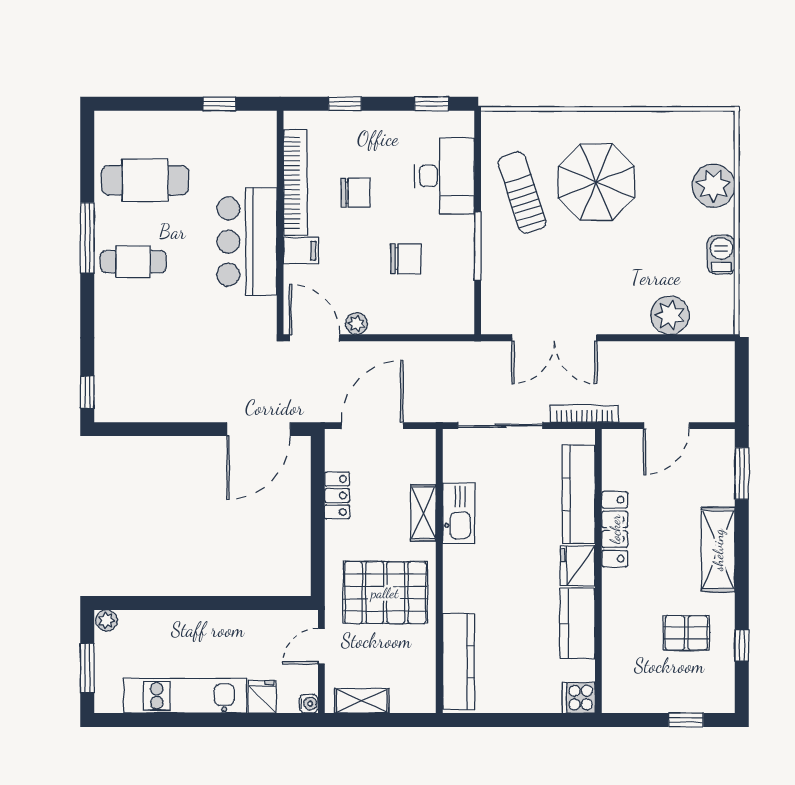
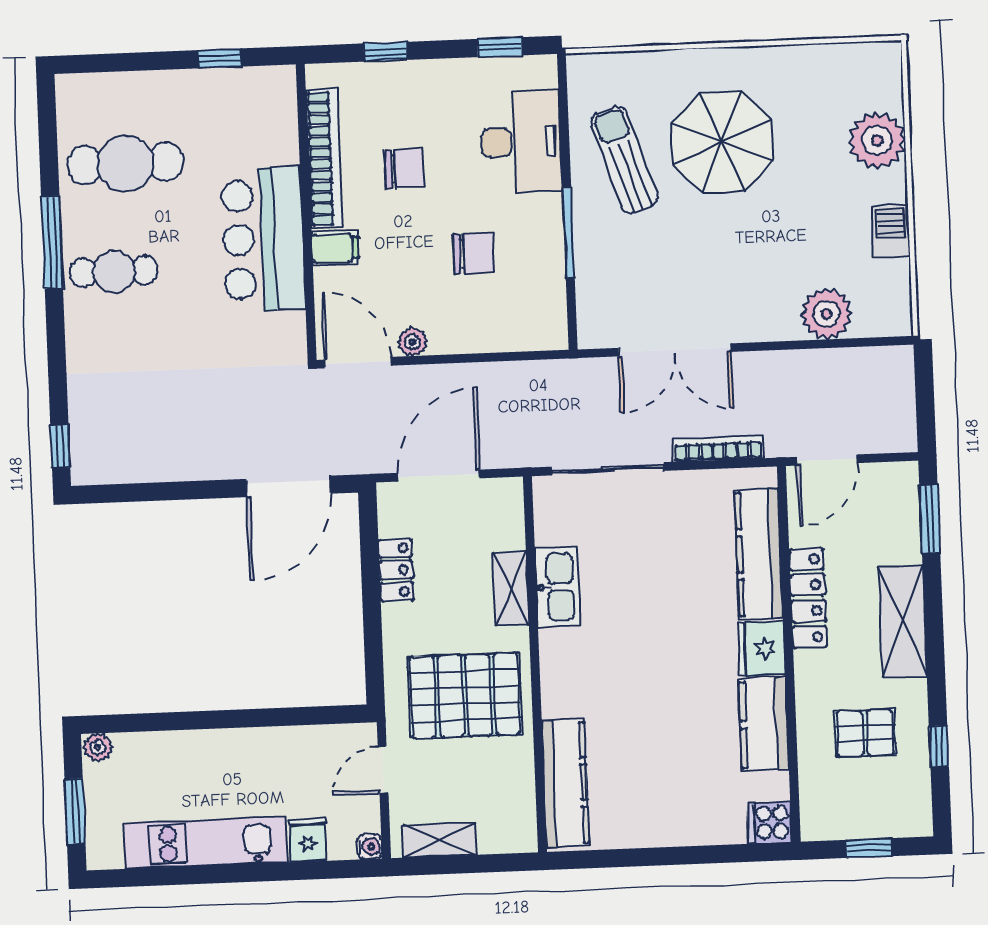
kitchen counter: (579, 494) -> (759, 554), moved
locker: (615, 529) -> (808, 598), moved
fridge: (578, 566) -> (761, 648), moved
wall: (598, 571) -> (789, 654), moved
kitchen counter: (577, 623) -> (764, 724), moved
cooker: (579, 698) -> (770, 822), moved

